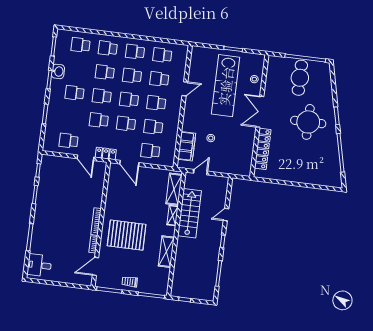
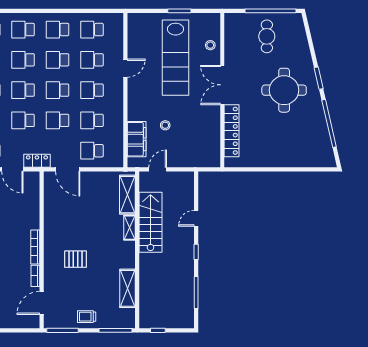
cafe table: (300, 78) -> (267, 36), width x0.73, depth x0.74
pallet: (127, 235) -> (76, 259), width x0.49, depth x0.50
shelving: (166, 252) -> (127, 288), moved

